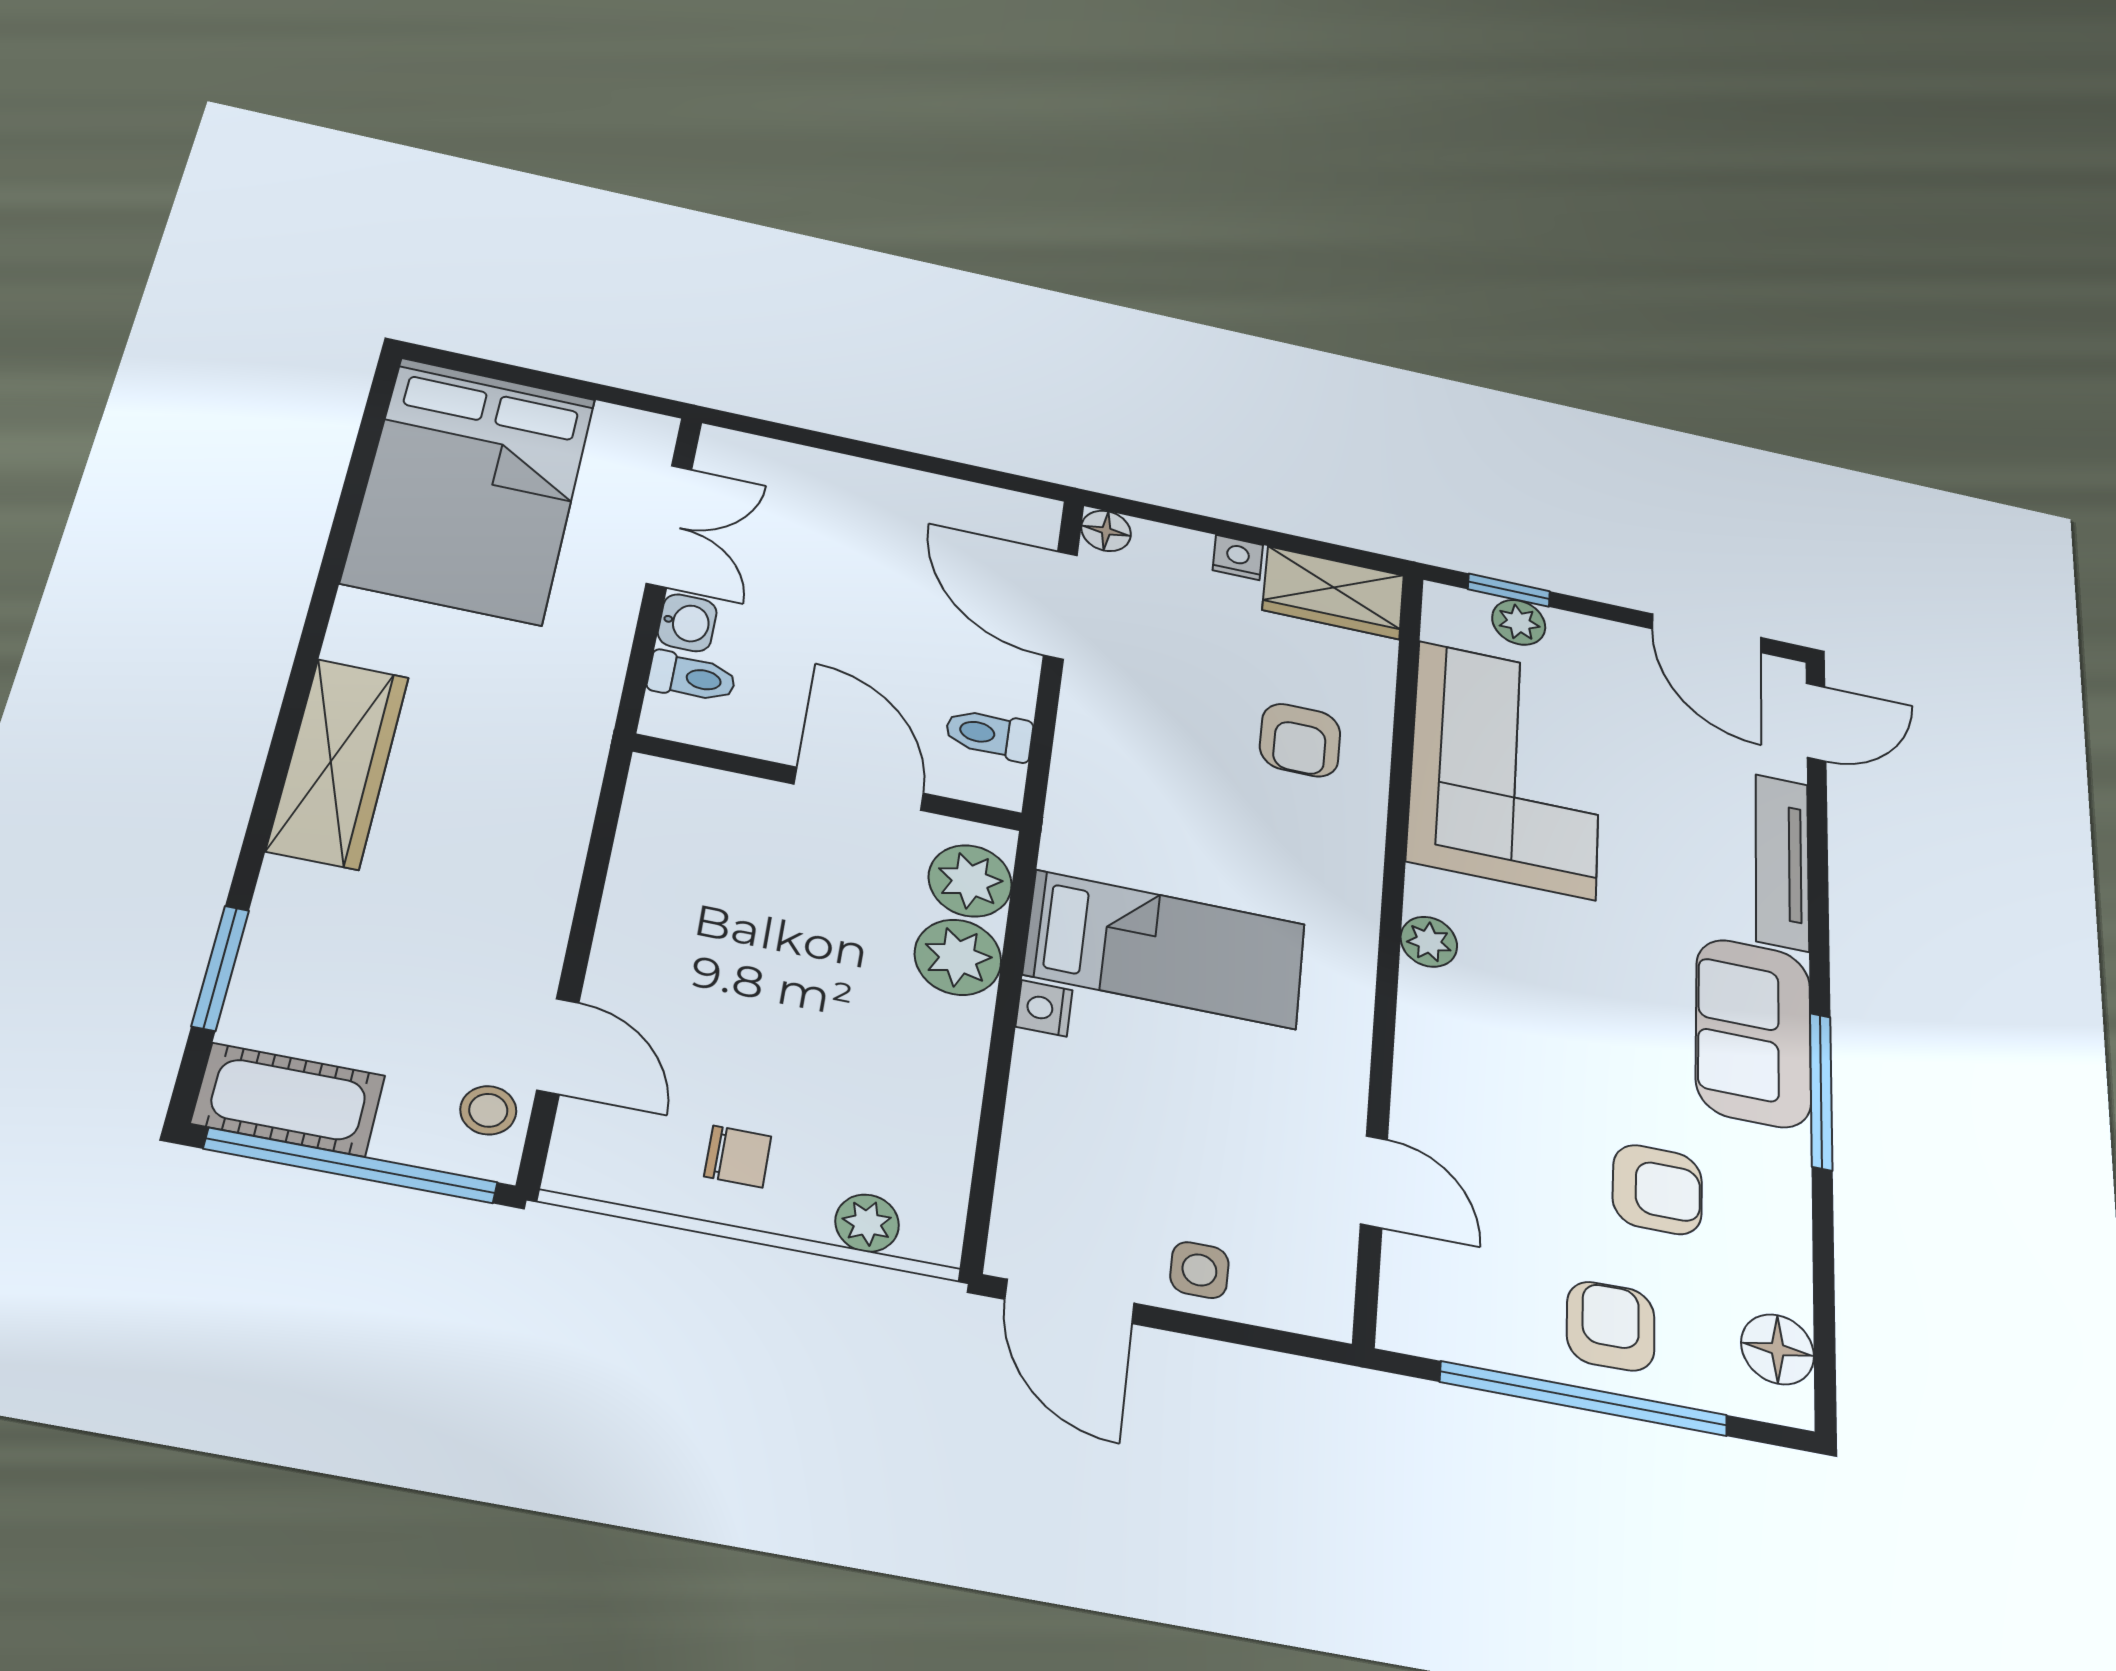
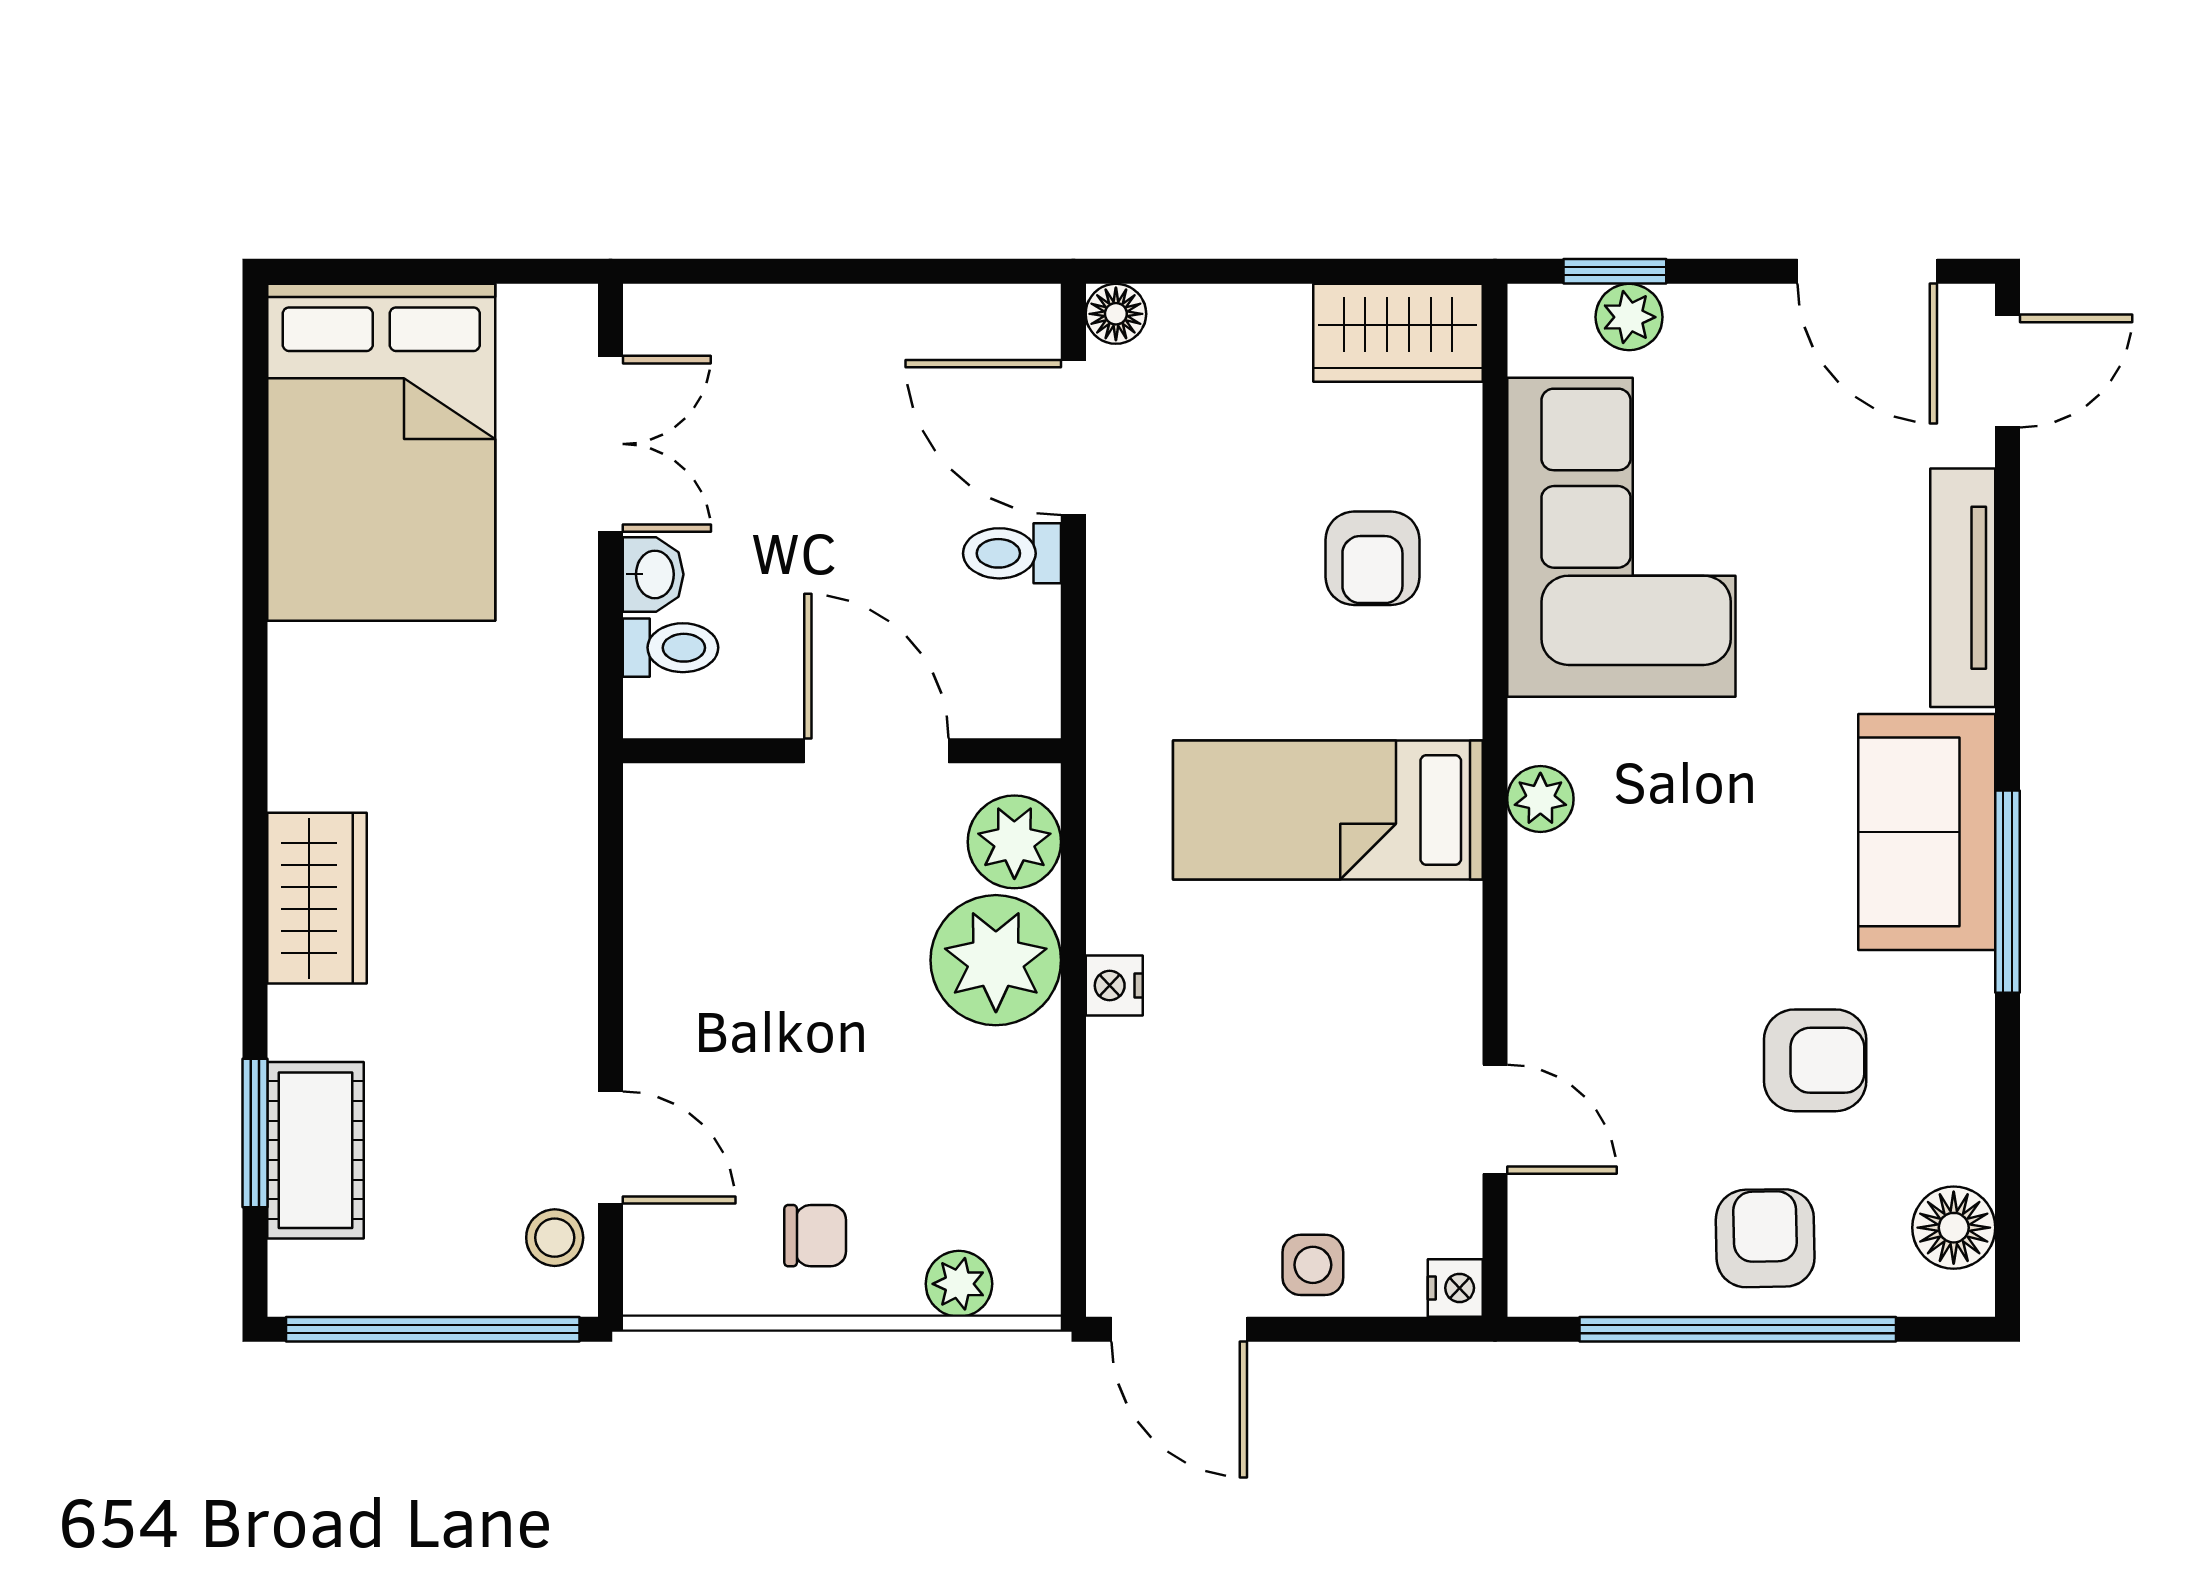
nightstand: (1238, 558) -> (1455, 1288), moved, turned 90
toilet: (989, 734) -> (1012, 553), moved
wardrobe: (338, 763) -> (317, 898), width x0.67
bed: (1165, 949) -> (1328, 810), moved, turned 180
plant: (958, 957) -> (996, 960), width x1.36, depth x1.36
cot: (288, 1100) -> (315, 1150), moved, turned 90

